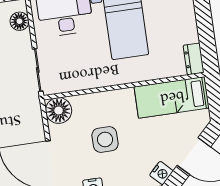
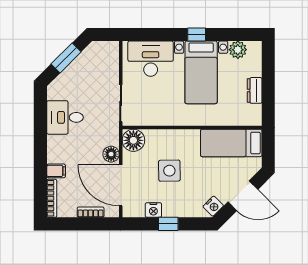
floor lamp: (19, 21) -> (111, 154), moved
dresser: (194, 59) -> (255, 90), moved

